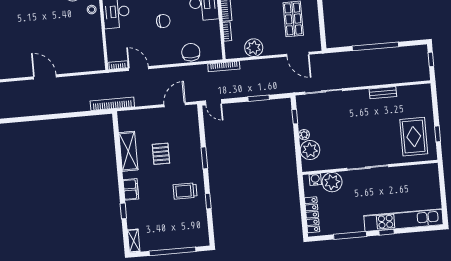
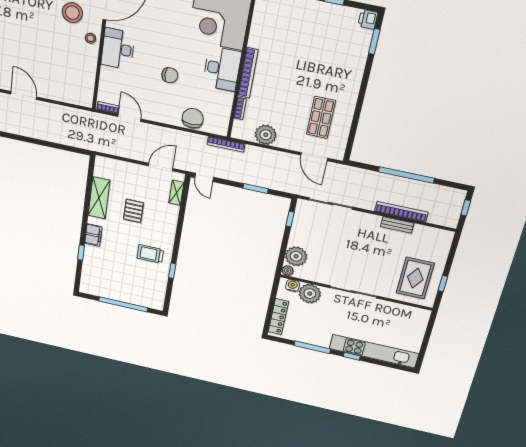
bookcase: (112, 104) -> (401, 212), moved
plant: (304, 135) -> (288, 271), moved
window: (204, 158) -> (179, 229), removed
shelving: (134, 241) -> (176, 193), moved

